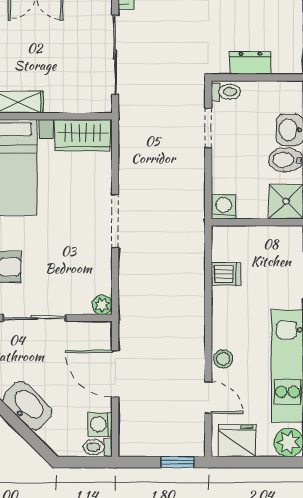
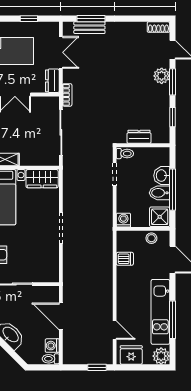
plant: (102, 305) -> (53, 277), removed
stool: (223, 359) -> (151, 238), moved

